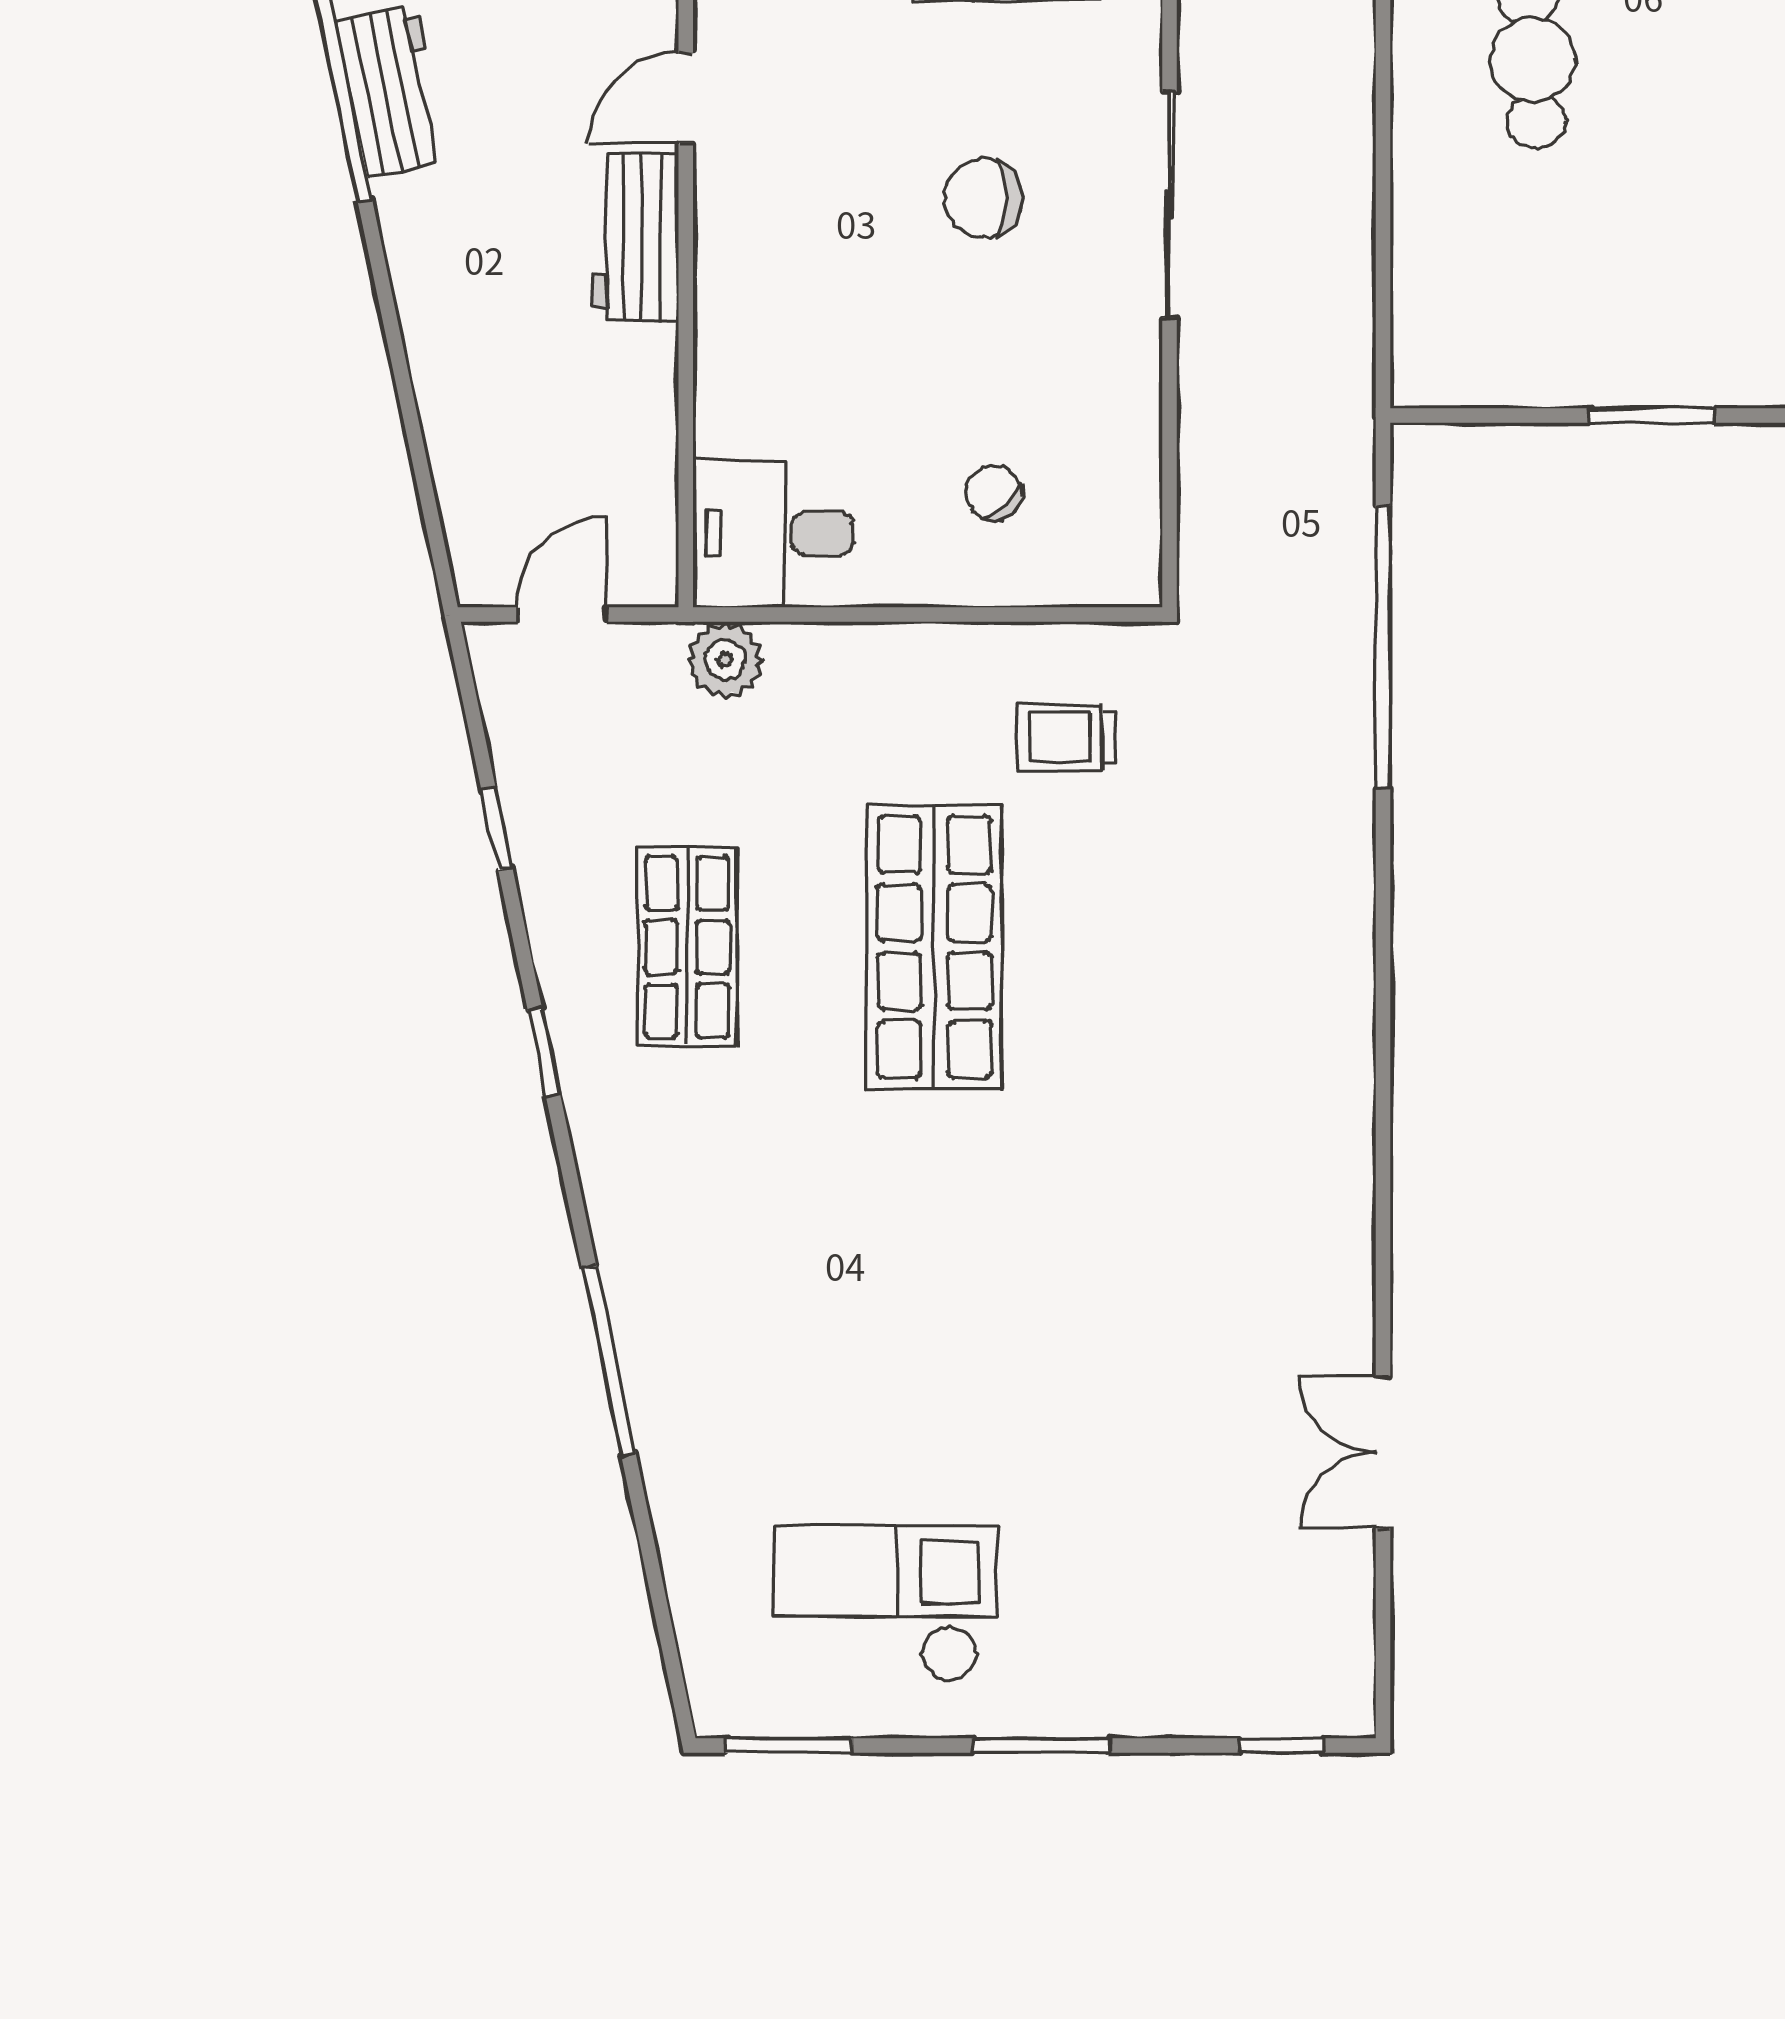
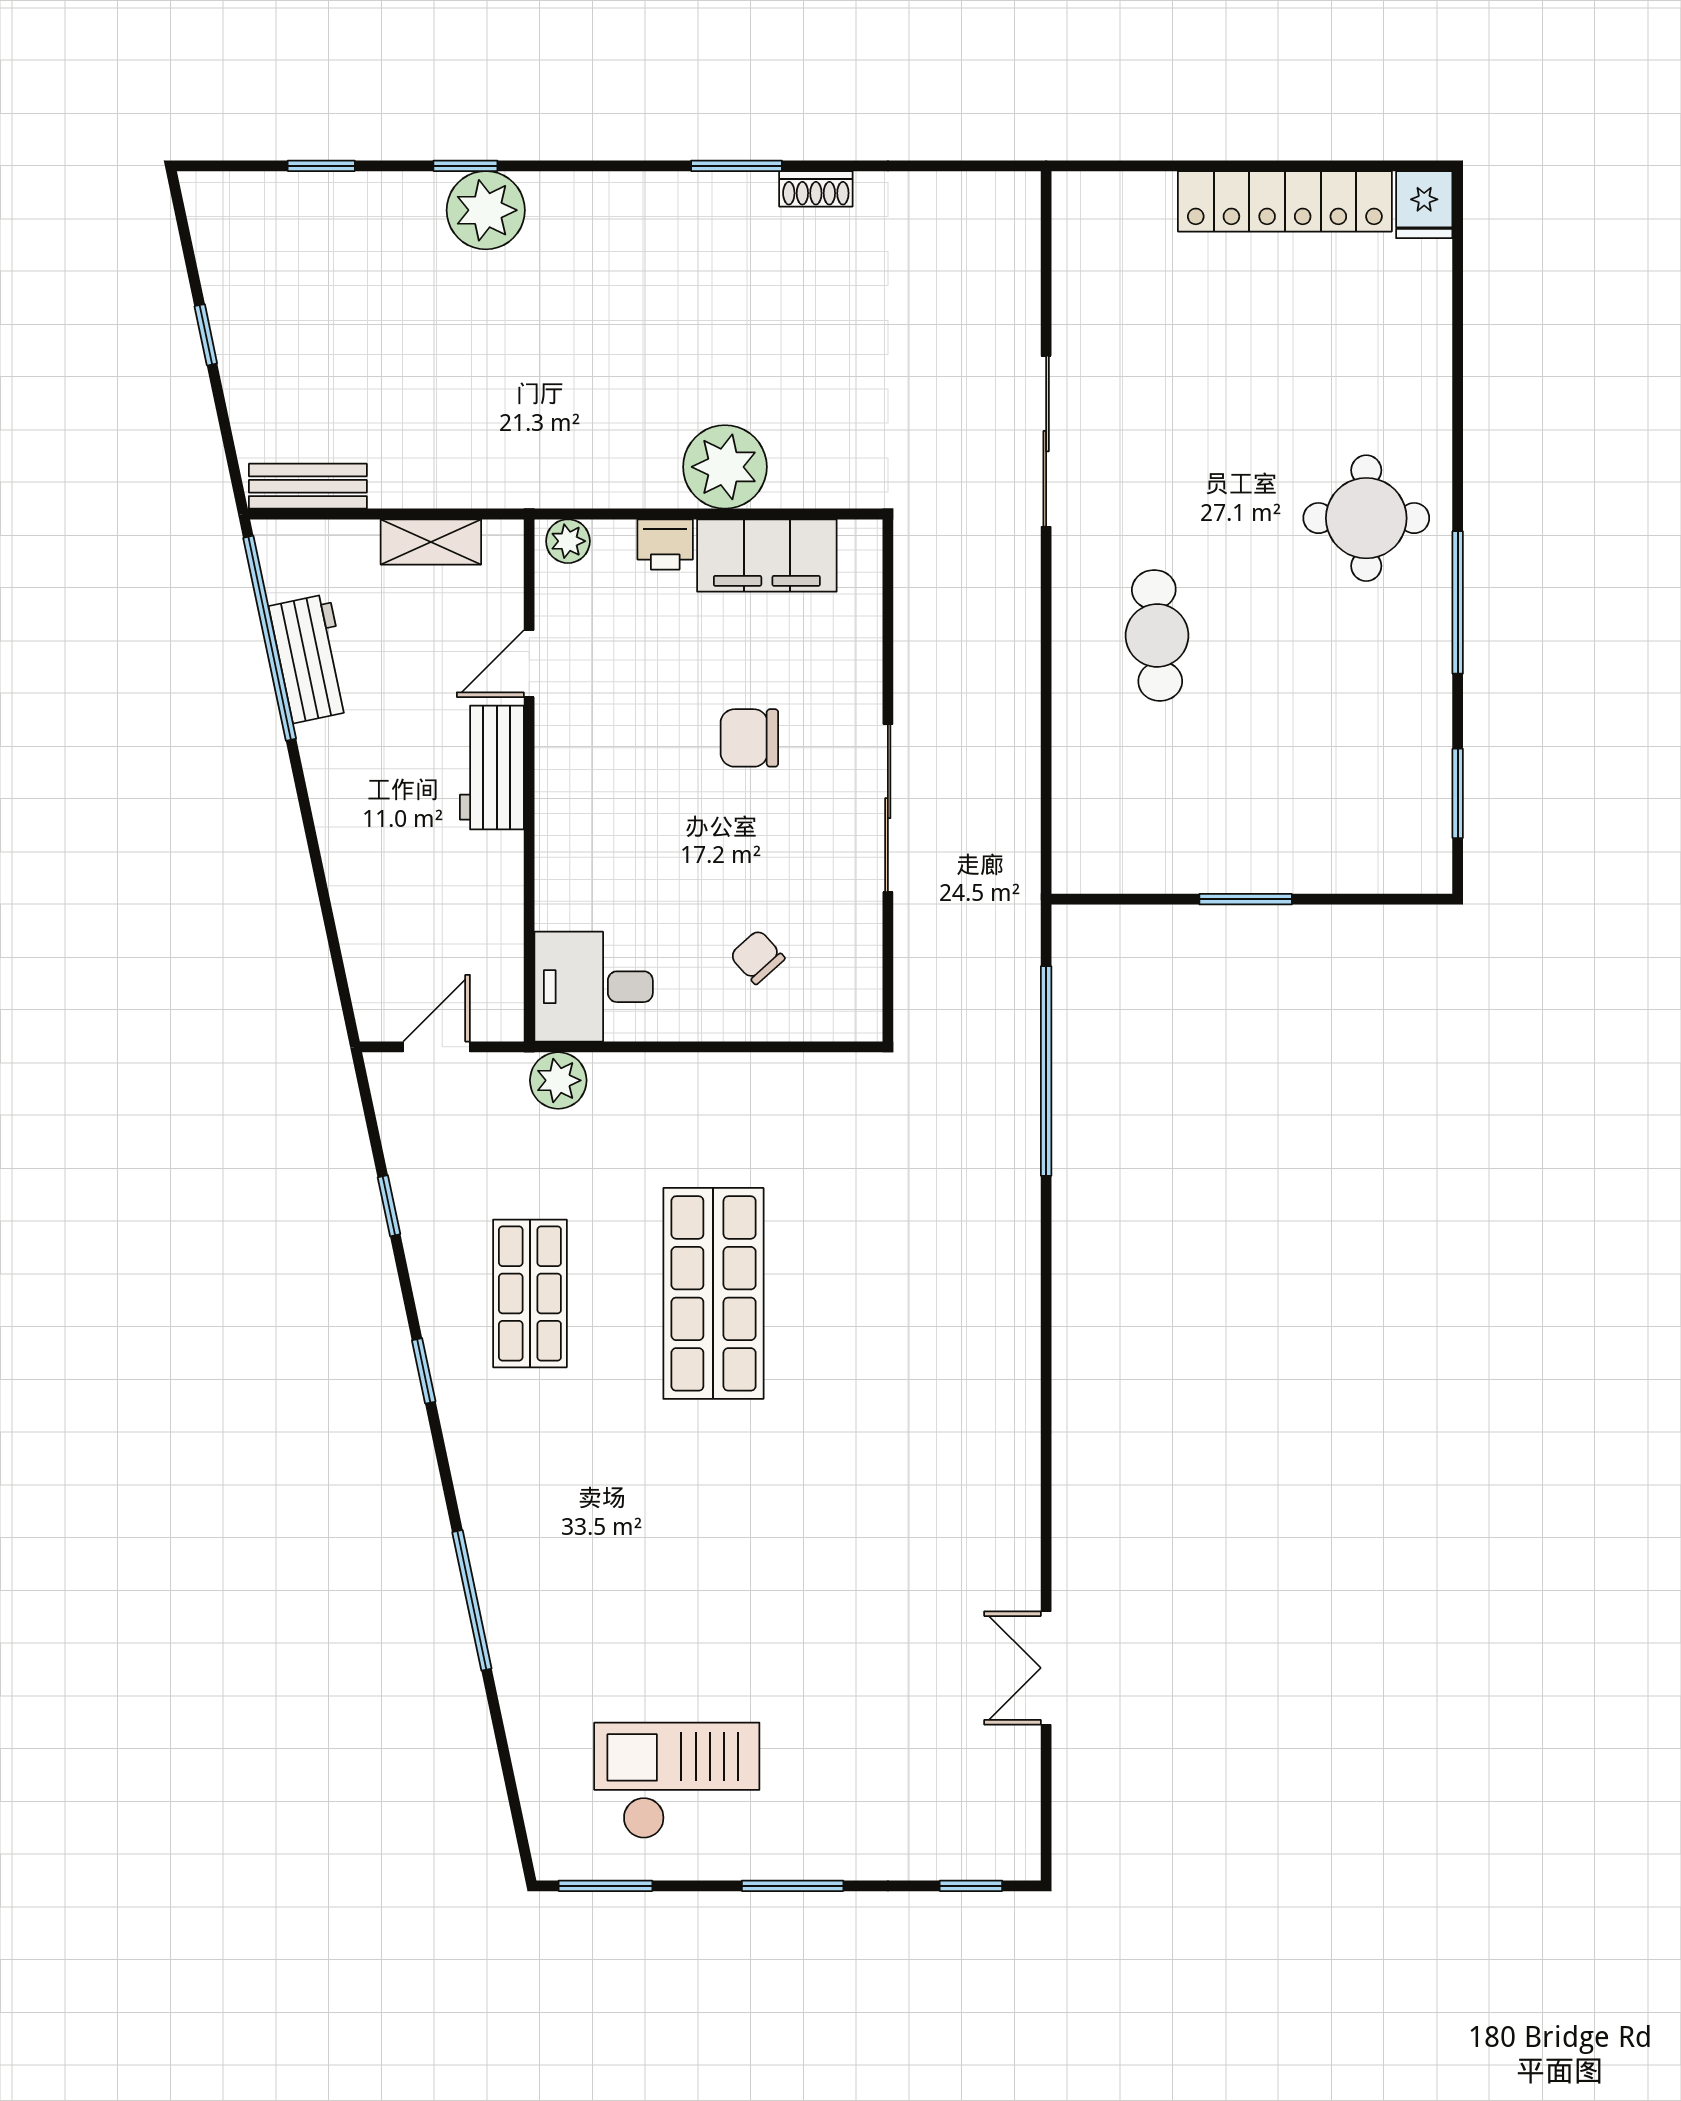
sliding door: (1169, 205) -> (888, 808), moved
trolley: (1066, 737) -> (811, 1138), removed

